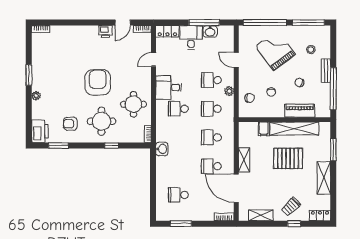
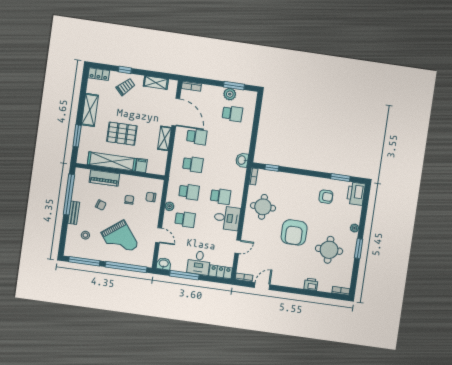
printer: (106, 31) -> (311, 284), moved
washbasin: (210, 31) -> (164, 264), moved
round table: (102, 121) -> (329, 250), moved
window: (112, 146) -> (272, 168), moved
plant: (184, 214) -> (230, 94), added

